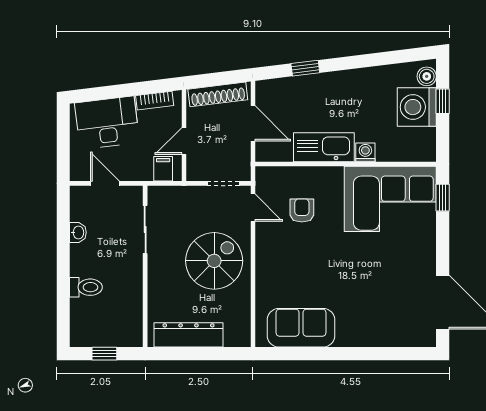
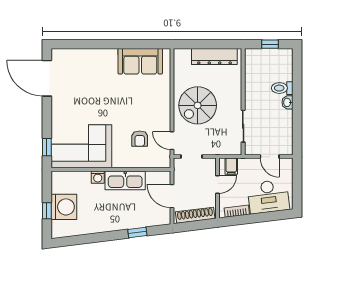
boiler: (427, 76) -> (57, 227), removed
washbasin: (78, 232) -> (287, 102), moved

